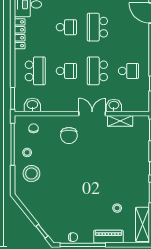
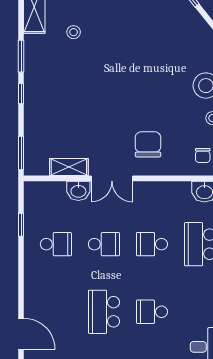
school desk: (97, 27) -> (104, 312), turned 180
school desk: (97, 71) -> (104, 244), width x0.54
school desk: (128, 71) -> (56, 244), turned 180

